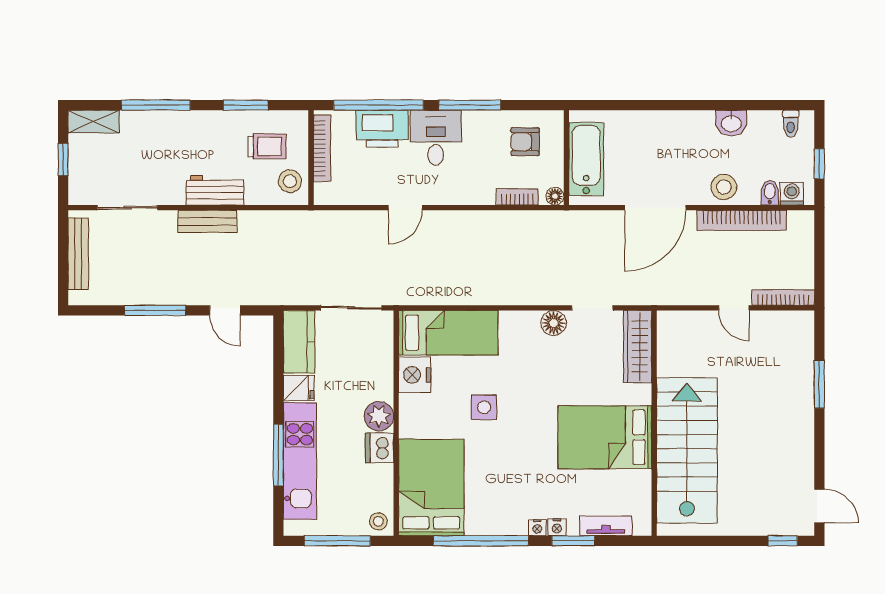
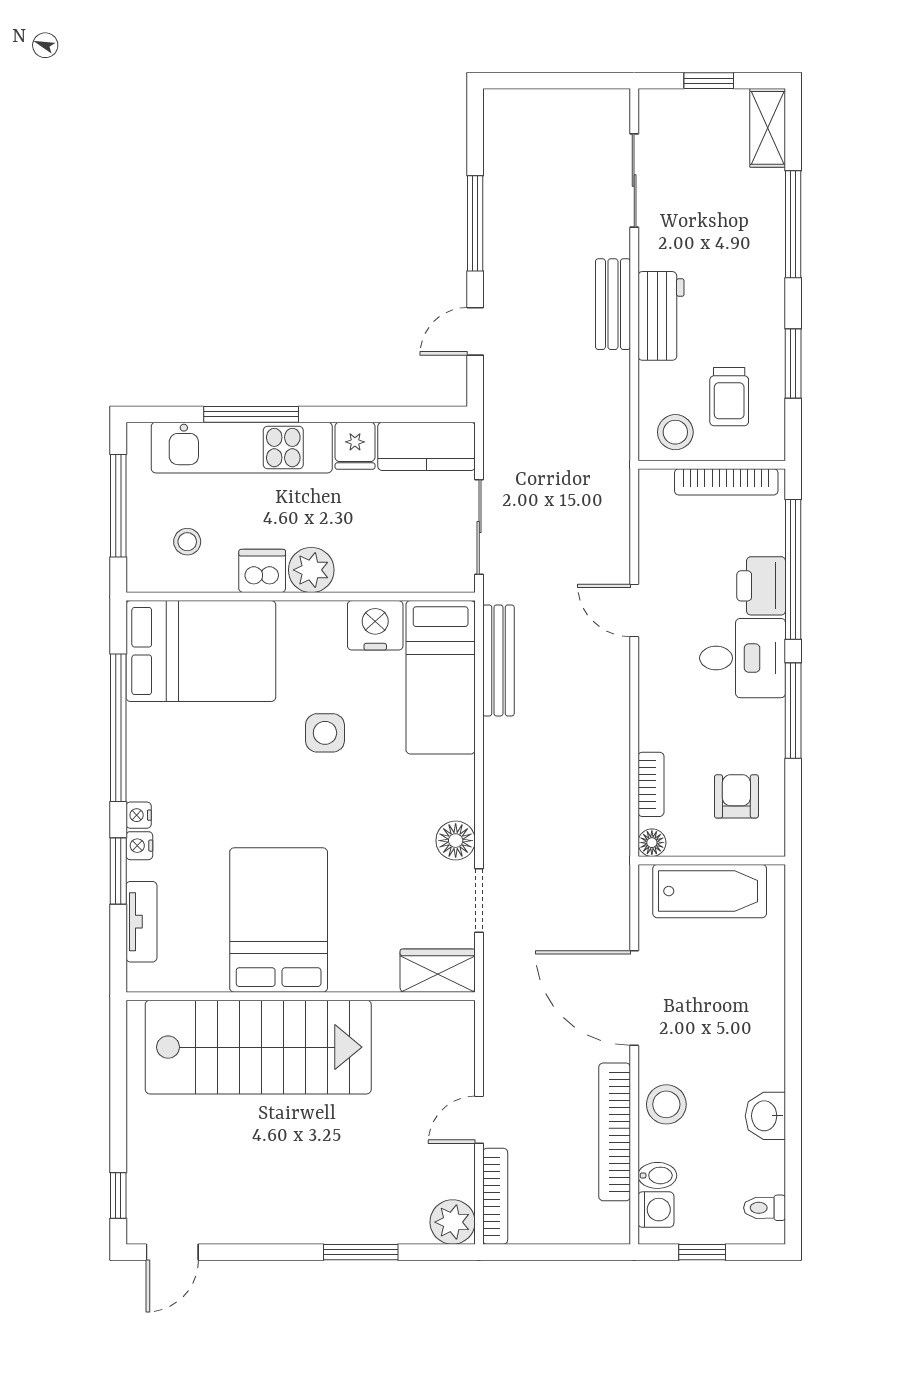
printer: (382, 129) -> (761, 586), width x0.73, depth x0.84
bench: (78, 254) -> (498, 660), moved, turned 90
plant: (800, 325) -> (453, 1222), added
wardrobe: (638, 347) -> (438, 971), width x0.67
stool: (378, 521) -> (187, 542), moved

